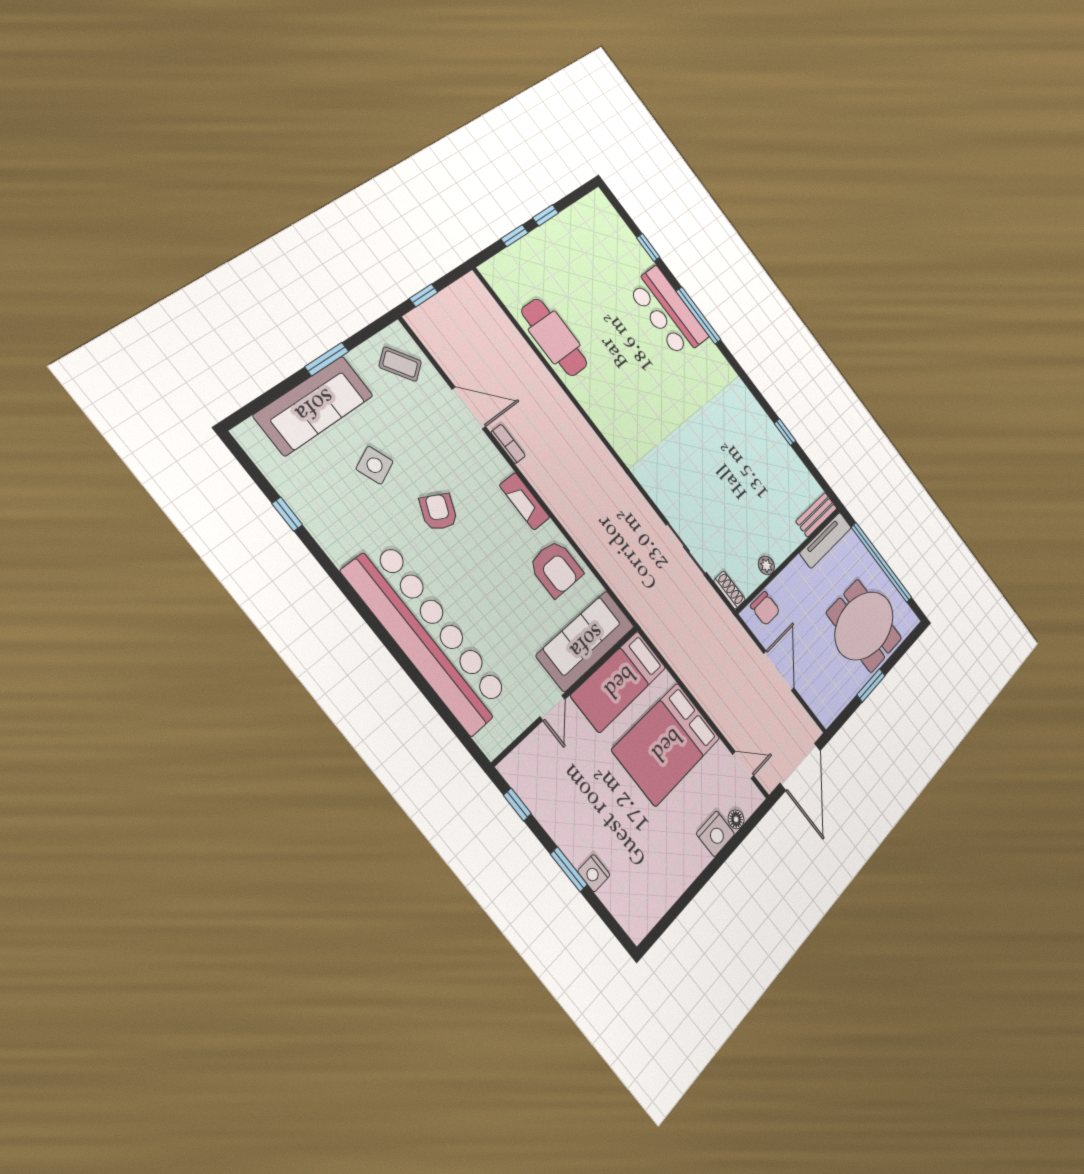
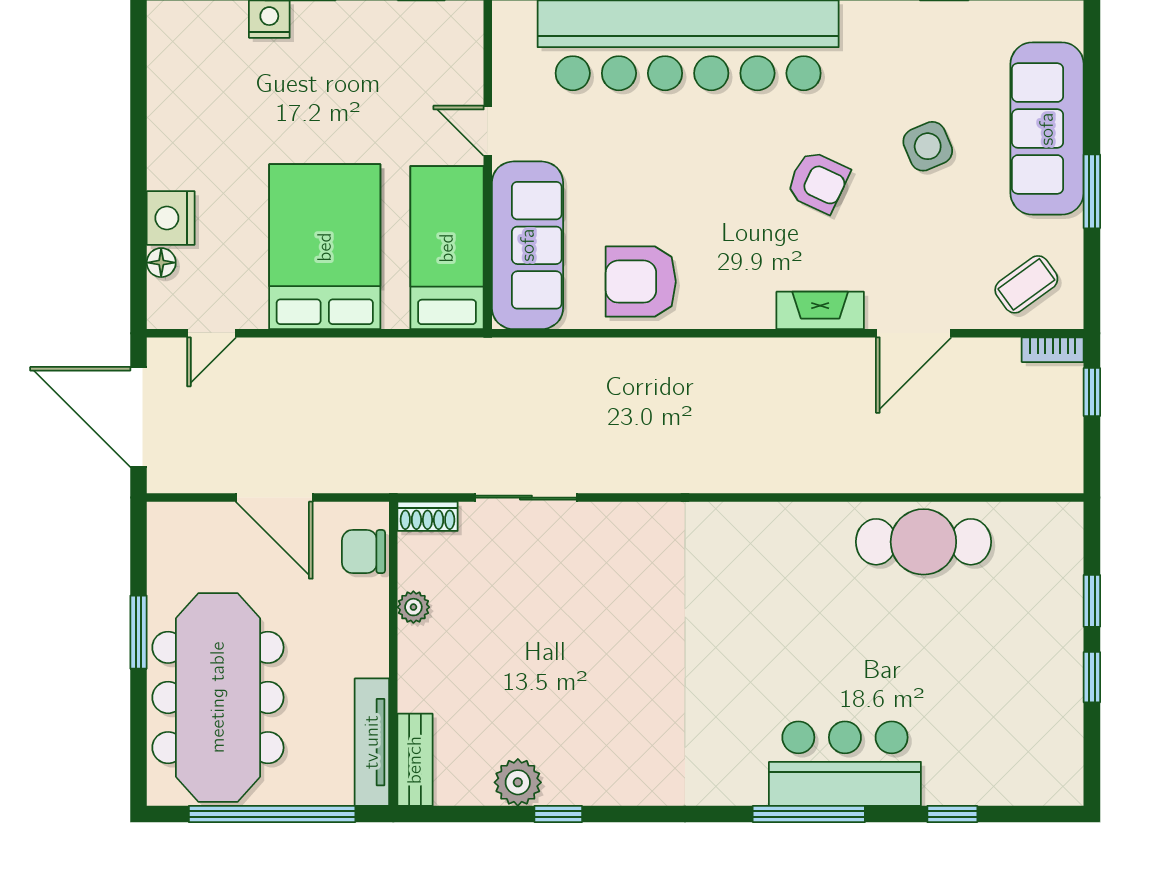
bookcase: (508, 444) -> (1053, 350), moved
plant: (789, 460) -> (518, 782), added
fireplace: (525, 501) -> (820, 310), moved
meeting table: (864, 626) -> (218, 697), width x1.36

